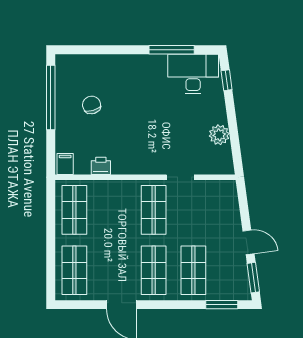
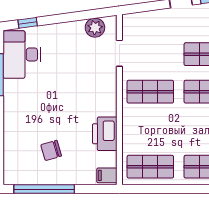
plant: (219, 135) -> (95, 28), moved
printer: (101, 166) -> (105, 134), width x1.87, depth x1.48
doorway: (180, 177) -> (119, 53), moved

